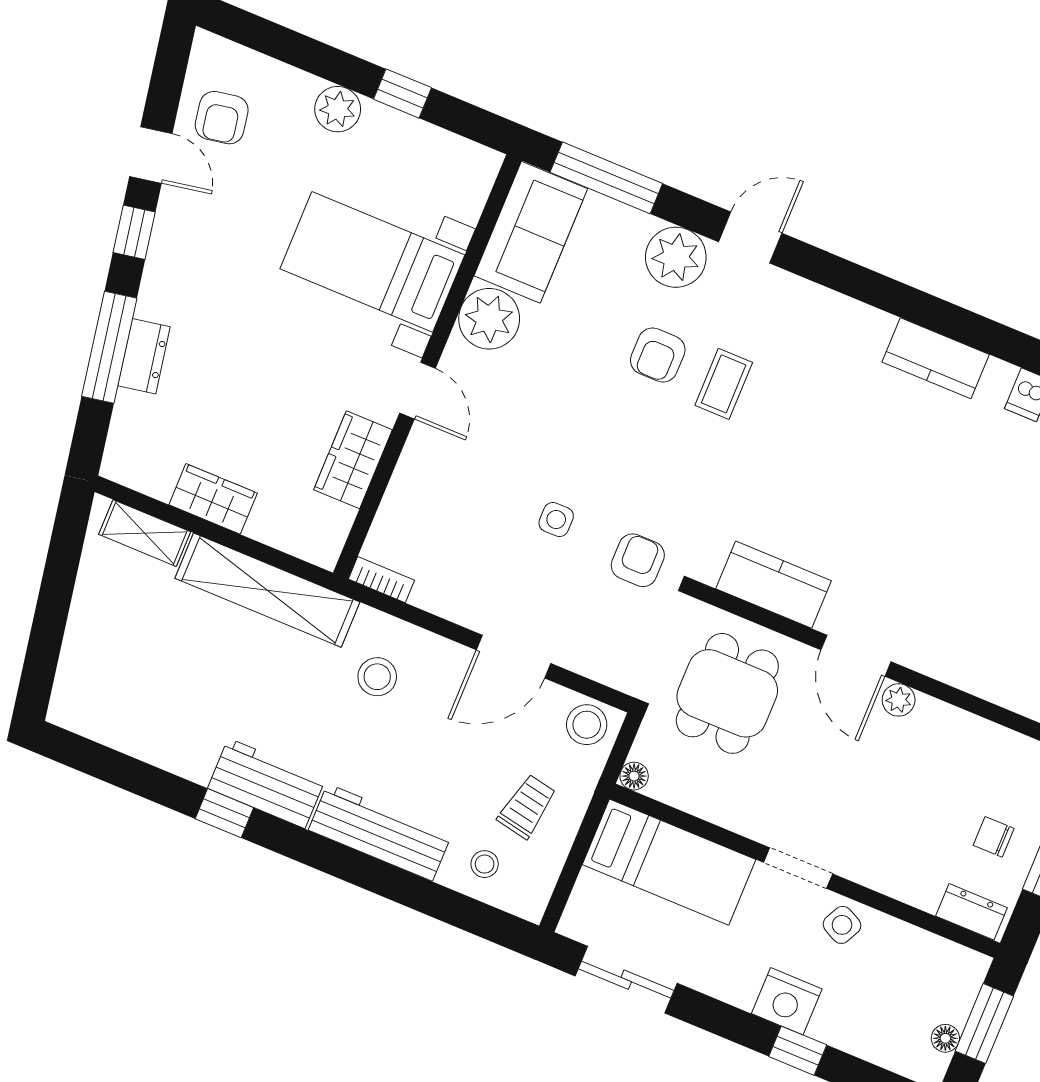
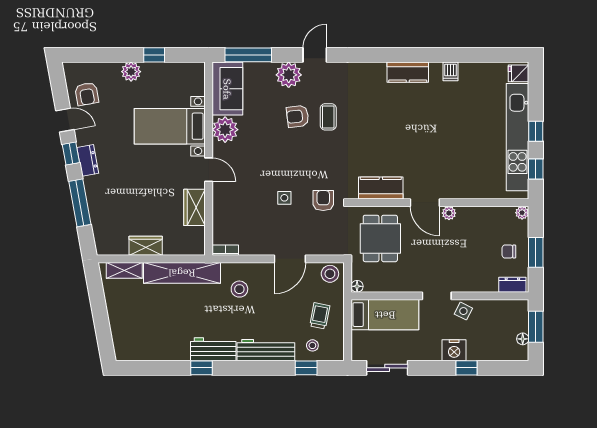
armchair: (658, 355) -> (298, 116), turned 83
dresser: (144, 356) -> (88, 160), moved
window: (451, 907) -> (306, 368), added

